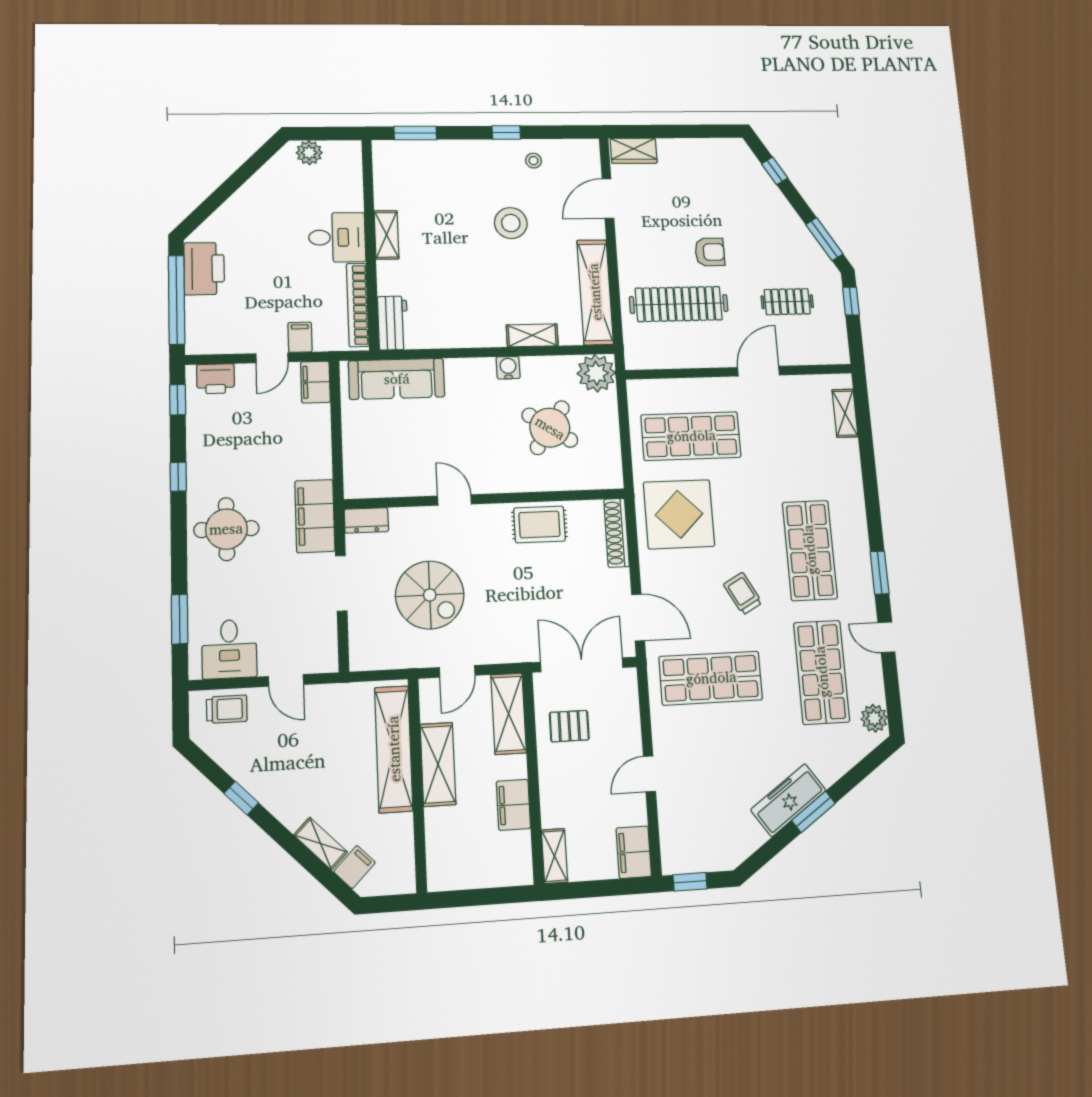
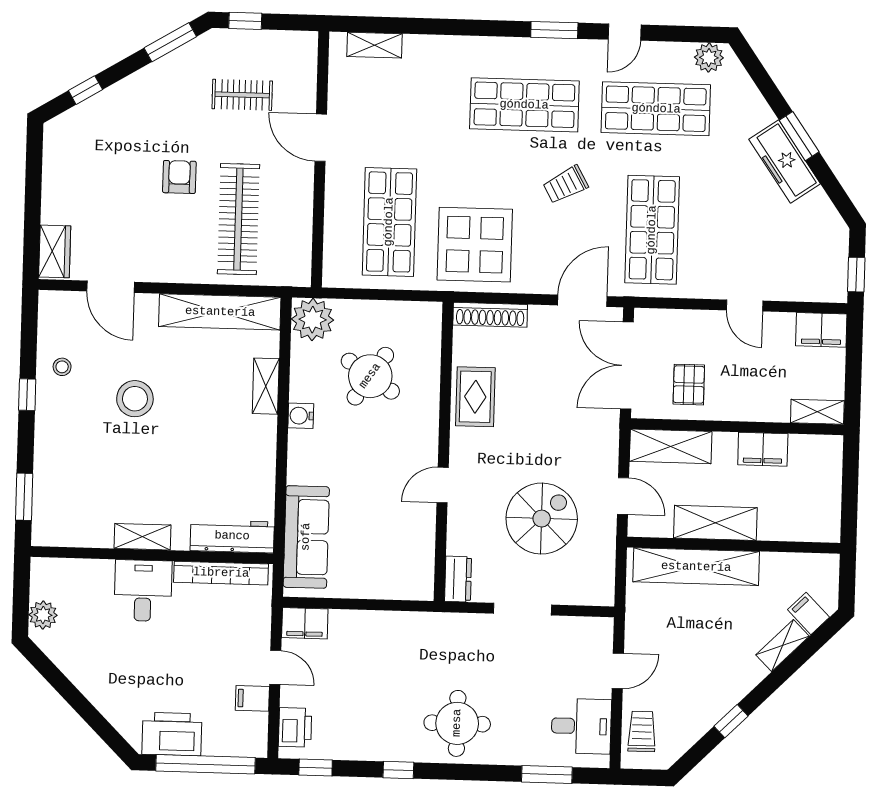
clothes rail: (787, 302) -> (242, 95), turned 90
workbench: (393, 323) -> (232, 536), width x1.37
filing cabinet: (300, 337) -> (252, 698), moved
filing cabinet: (315, 516) -> (450, 632), removed

